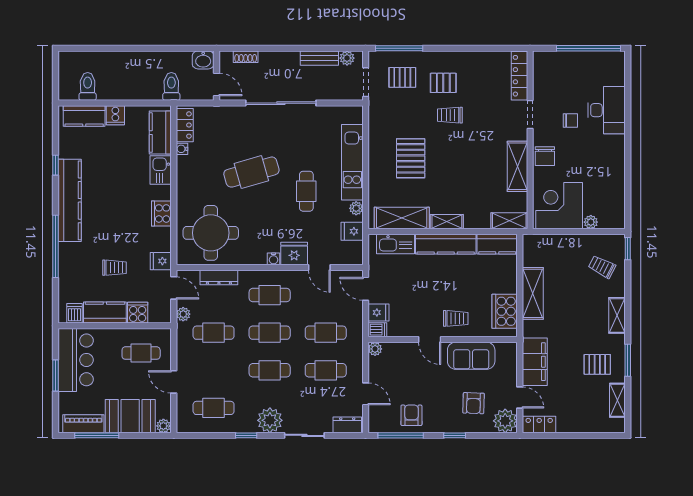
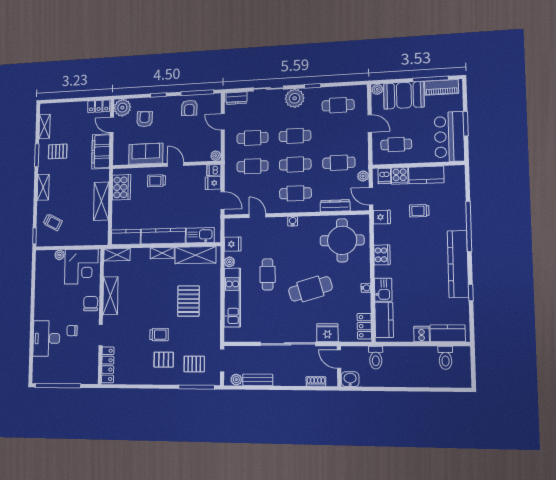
water cooler: (182, 149) -> (366, 288), moved
fridge: (294, 254) -> (327, 333), moved, turned 180
dishwasher: (75, 313) -> (384, 176), moved

